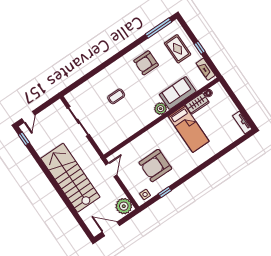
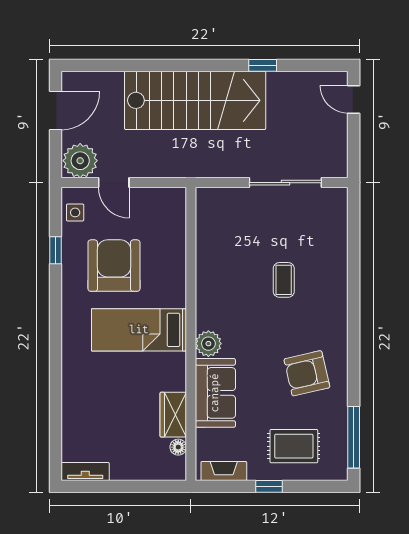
armchair: (146, 63) -> (307, 373), turned -103
bed: (189, 129) -> (139, 330), moved
window: (24, 139) -> (263, 65), moved
door: (111, 170) -> (114, 183), moved

